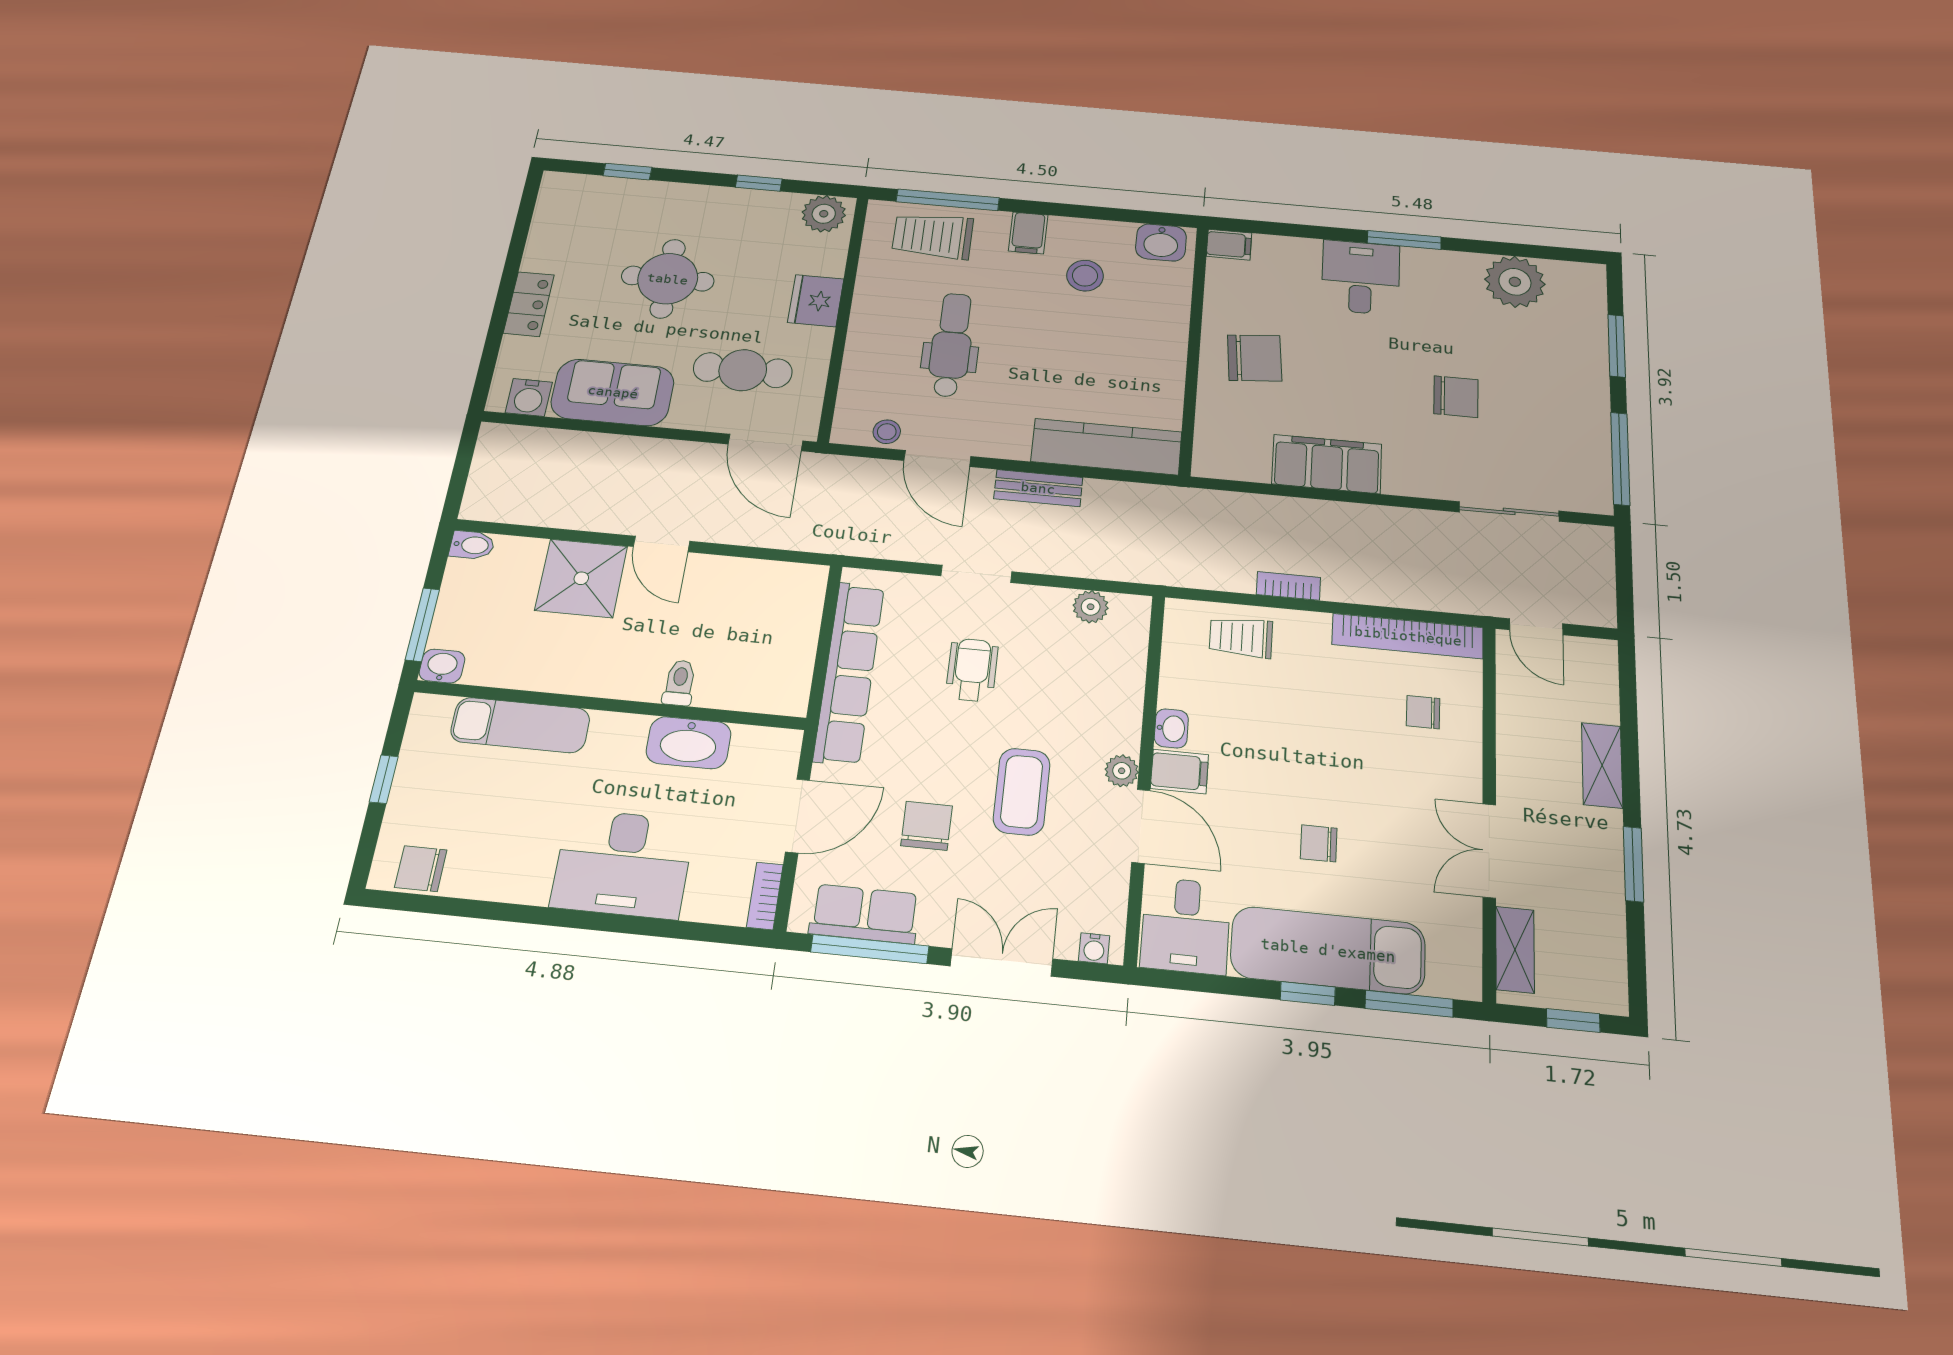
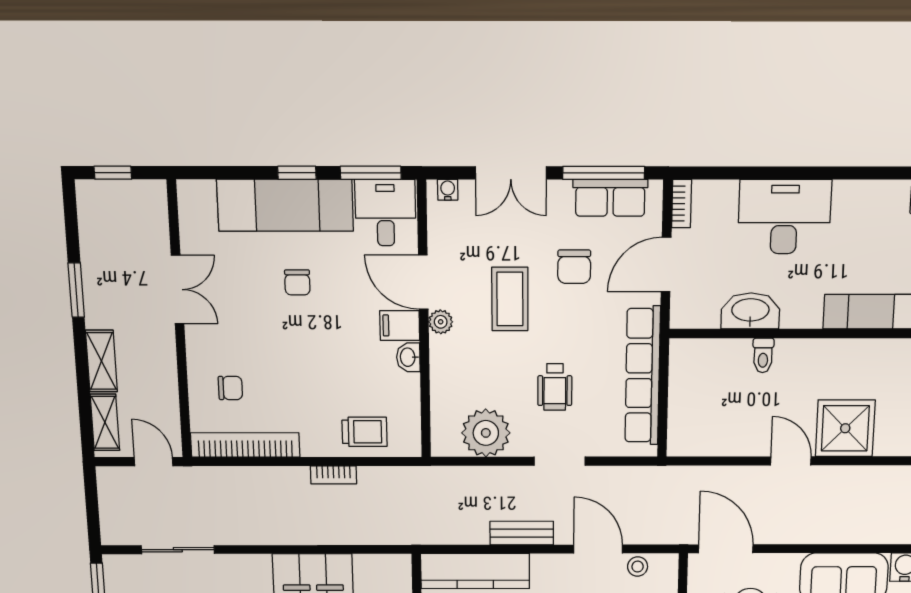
plant: (1091, 607) -> (486, 433), width x1.87, depth x1.87
chair: (1319, 843) -> (297, 282), turned 90
shelving: (1515, 950) -> (105, 422), moved
window: (1409, 1004) -> (371, 173), moved

